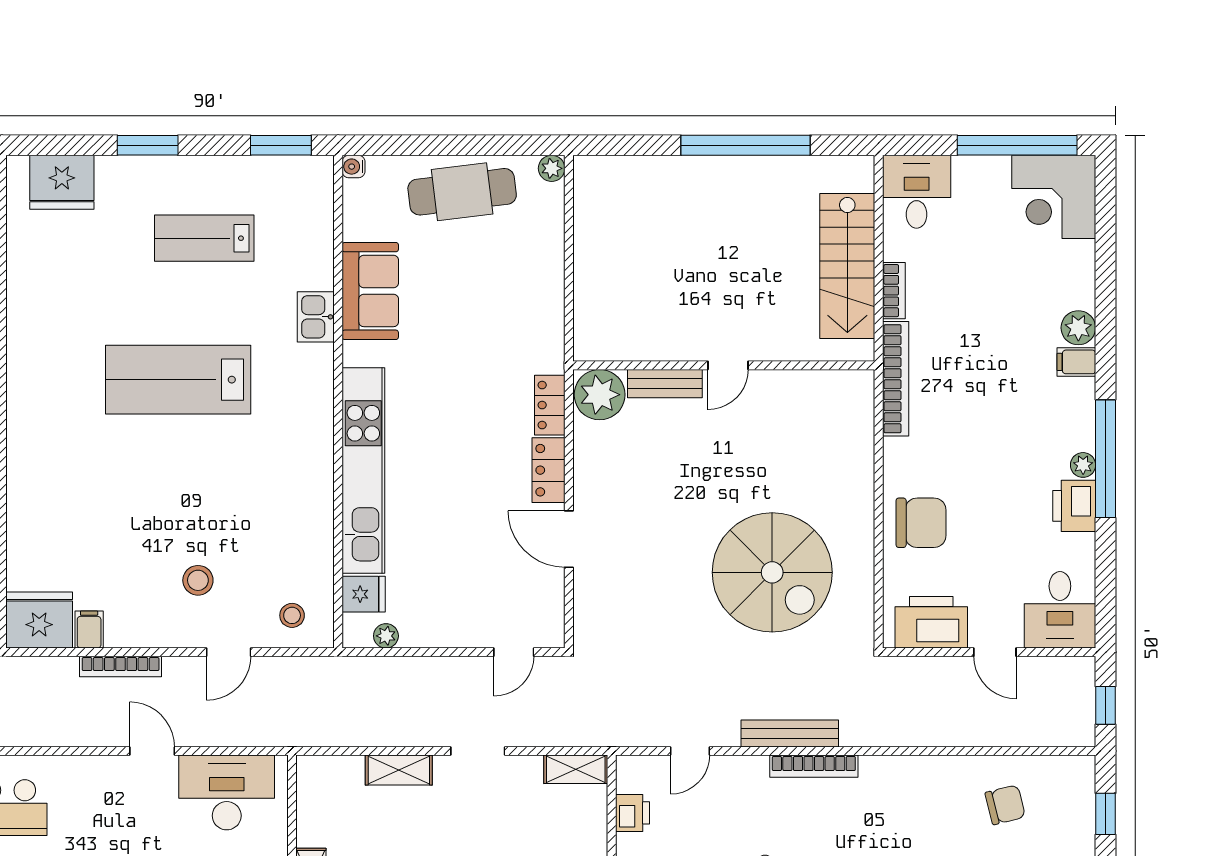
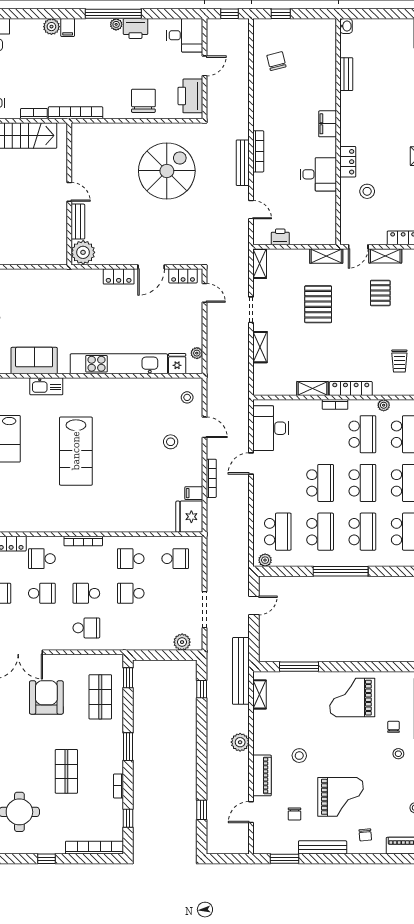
kitchen sink: (316, 317) -> (46, 386), width x1.38
locker: (550, 405) -> (183, 276), moved

